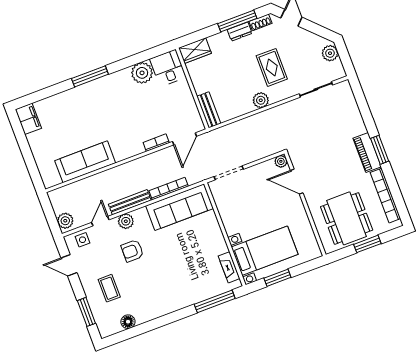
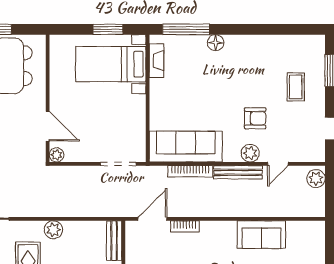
sofa: (85, 162) -> (261, 235), width x0.73
side table: (83, 240) -> (305, 151), removed
floor lamp: (128, 322) -> (216, 43), moved

